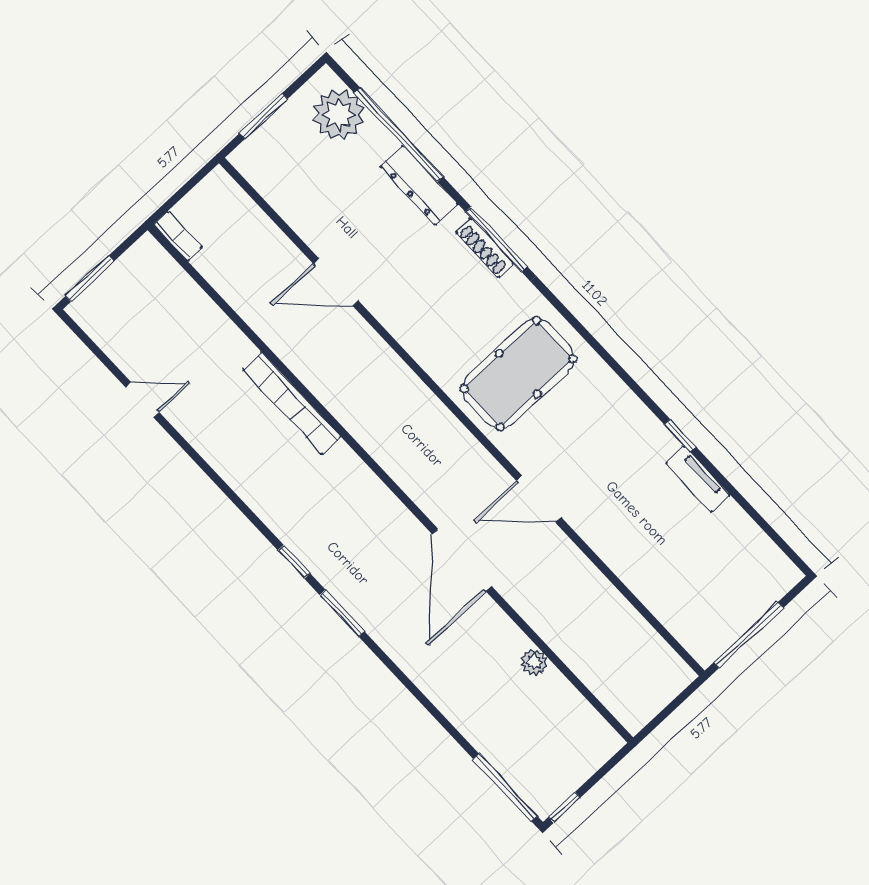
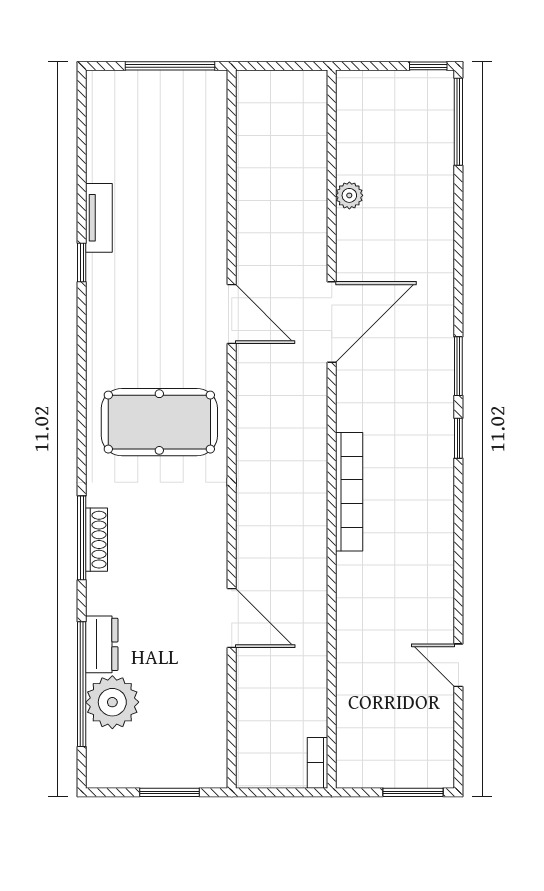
plant: (339, 115) -> (112, 702), moved
dresser: (419, 185) -> (102, 644), width x0.70
bookcase: (292, 403) -> (349, 492), moved

